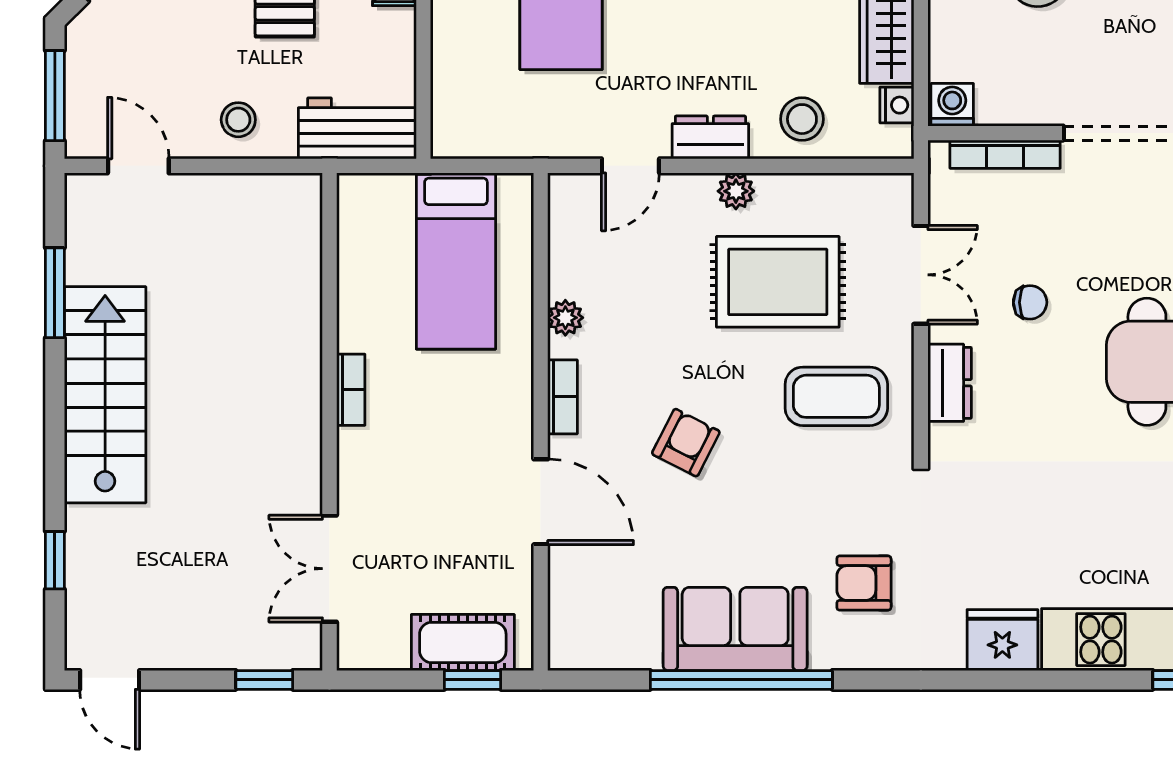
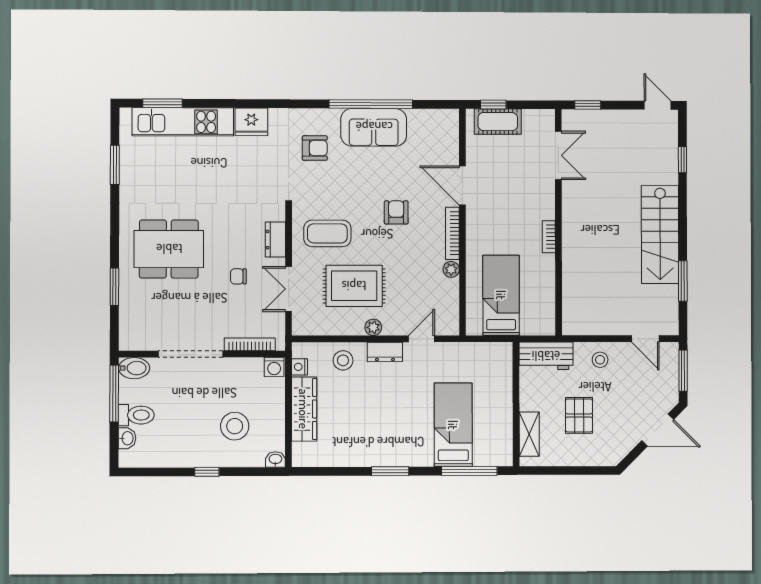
bookcase: (563, 397) -> (452, 233), width x1.56
armchair: (686, 443) -> (396, 212), turned 153

